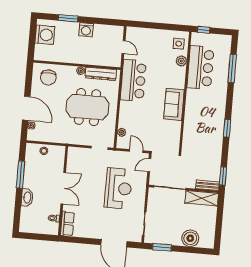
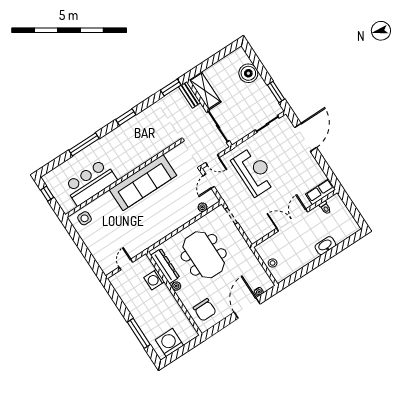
window: (68, 18) -> (139, 333), width x1.44
washing machine: (86, 30) -> (154, 280), moved, turned 180
window: (204, 30) -> (47, 194), moved
plant: (181, 61) -> (98, 204), removed
window: (232, 68) -> (84, 144), moved
chair: (48, 77) -> (205, 310), turned 90
bar counter: (133, 80) -> (148, 233), removed
sofa: (174, 104) -> (143, 183), width x1.85, depth x1.27
window: (21, 175) -> (310, 267), removed
reception desk: (118, 188) -> (254, 171), turned 90

